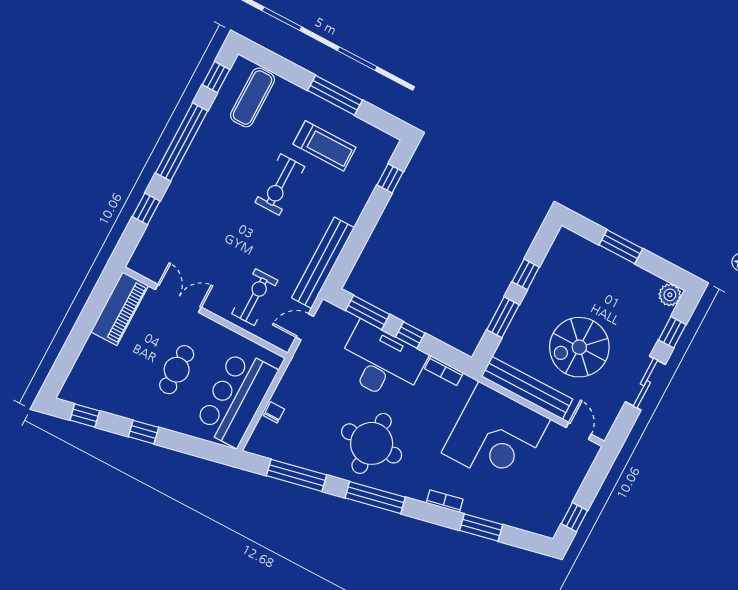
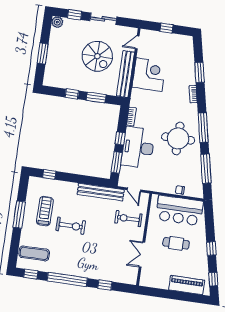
piano: (120, 309) -> (187, 285), moved
corner desk: (496, 436) -> (149, 75), width x0.74, depth x0.74
window: (574, 517) -> (166, 28), moved

